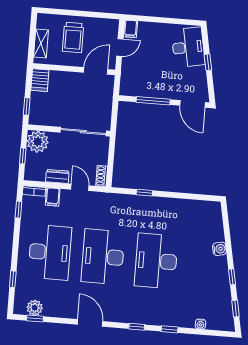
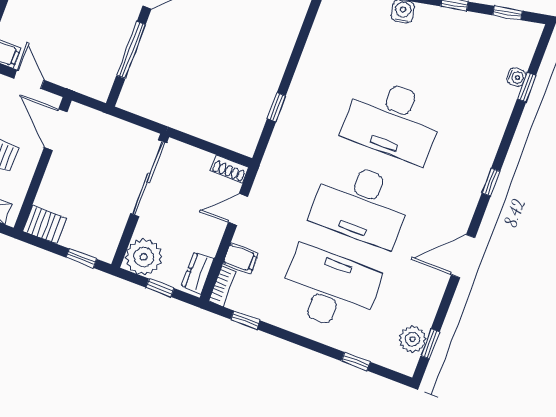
dresser: (57, 176) -> (198, 273), moved
window: (169, 329) -> (527, 87), moved

